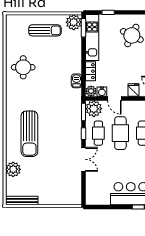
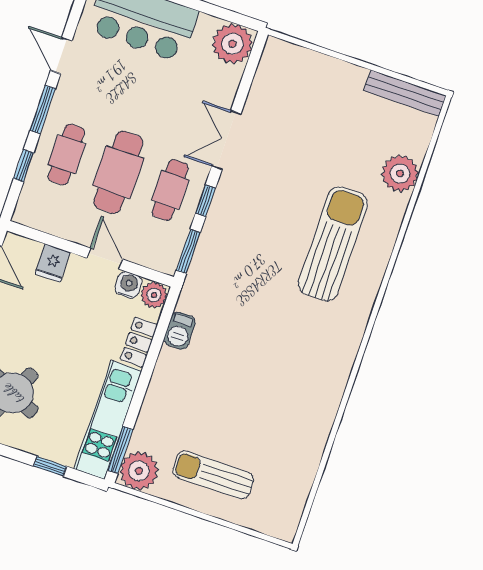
round table: (23, 67) -> (294, 406), removed
plant: (94, 109) -> (232, 44), moved

